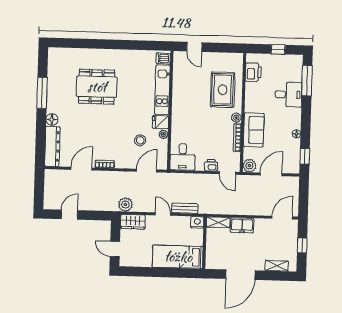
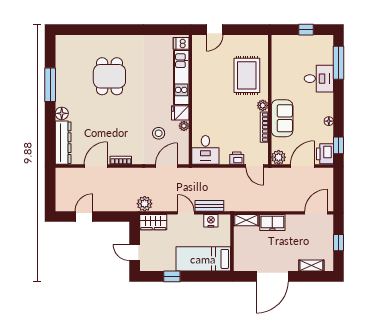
door: (194, 47) -> (215, 30), hinge flipped
printer: (253, 72) -> (325, 154), moved, turned 180
dining table: (97, 87) -> (109, 76), width x0.73
nightstand: (197, 222) -> (211, 221), moved
window: (148, 272) -> (172, 276), added

